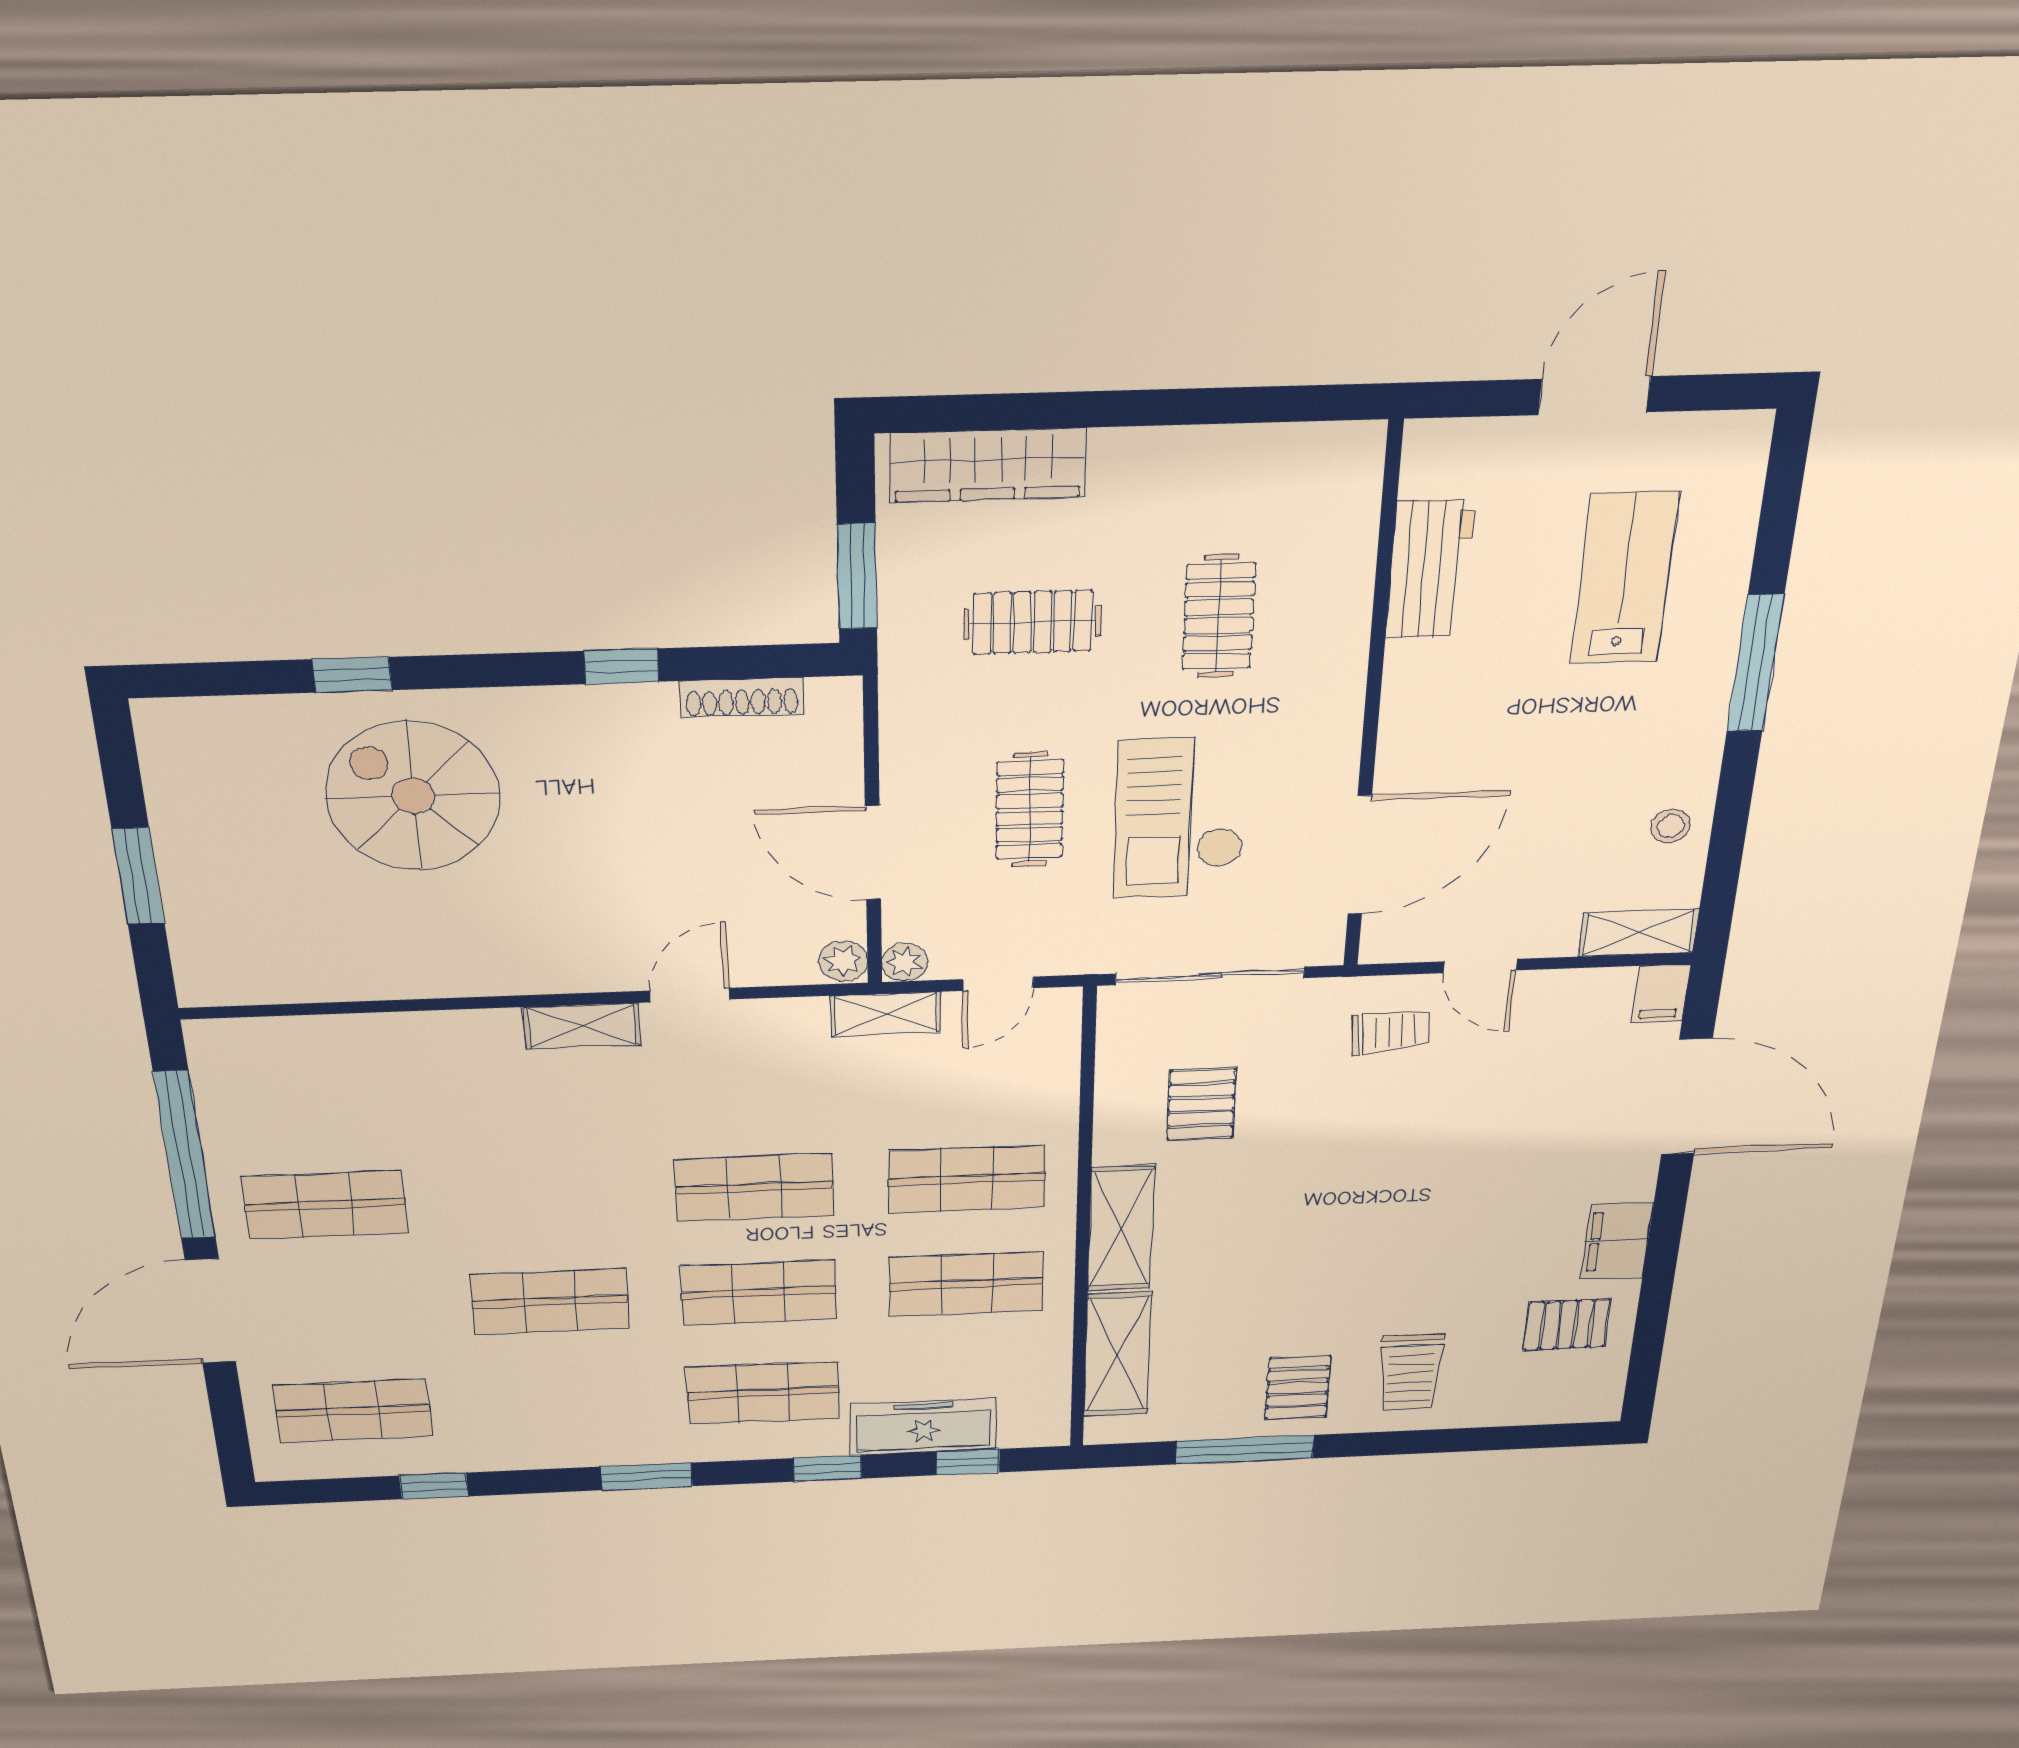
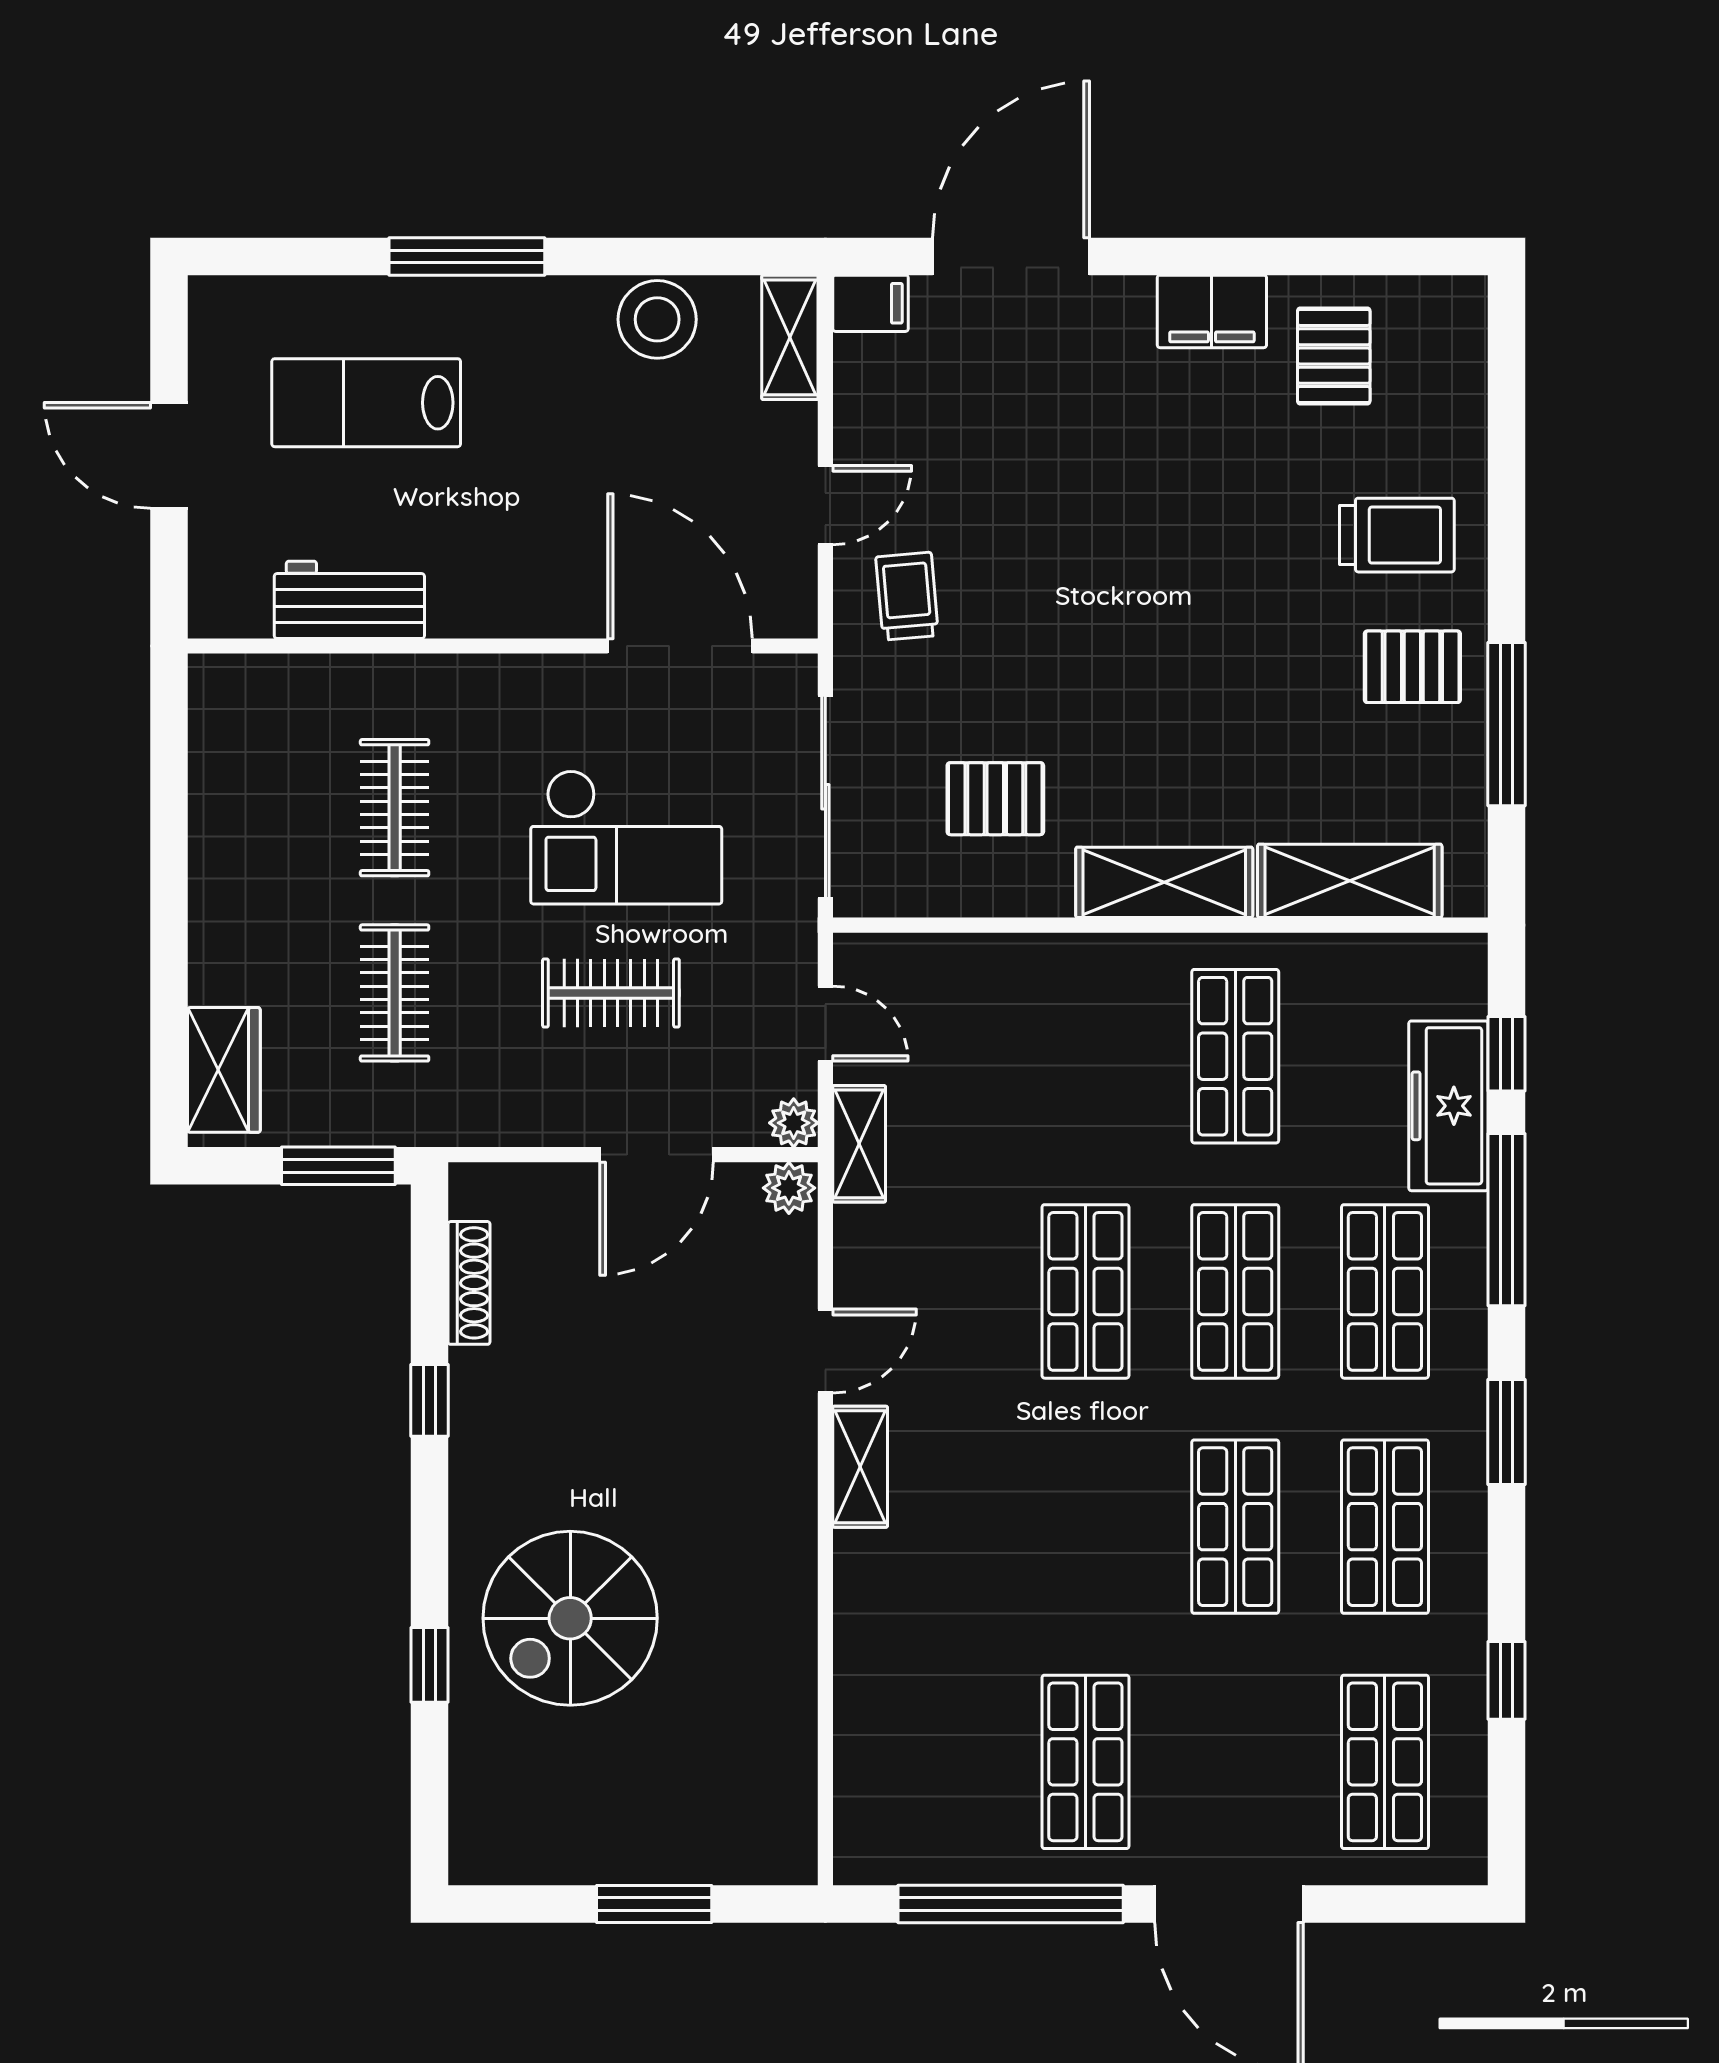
wardrobe: (988, 465) -> (224, 1070), width x0.67
clothes rail: (1219, 616) -> (395, 808), turned 90
stool: (1671, 826) -> (657, 319), width x1.89, depth x1.89
door: (690, 995) -> (825, 1351), swing flipped
shop shelf: (967, 1179) -> (1385, 1527), moved
window: (827, 1468) -> (1506, 1220), width x2.17

